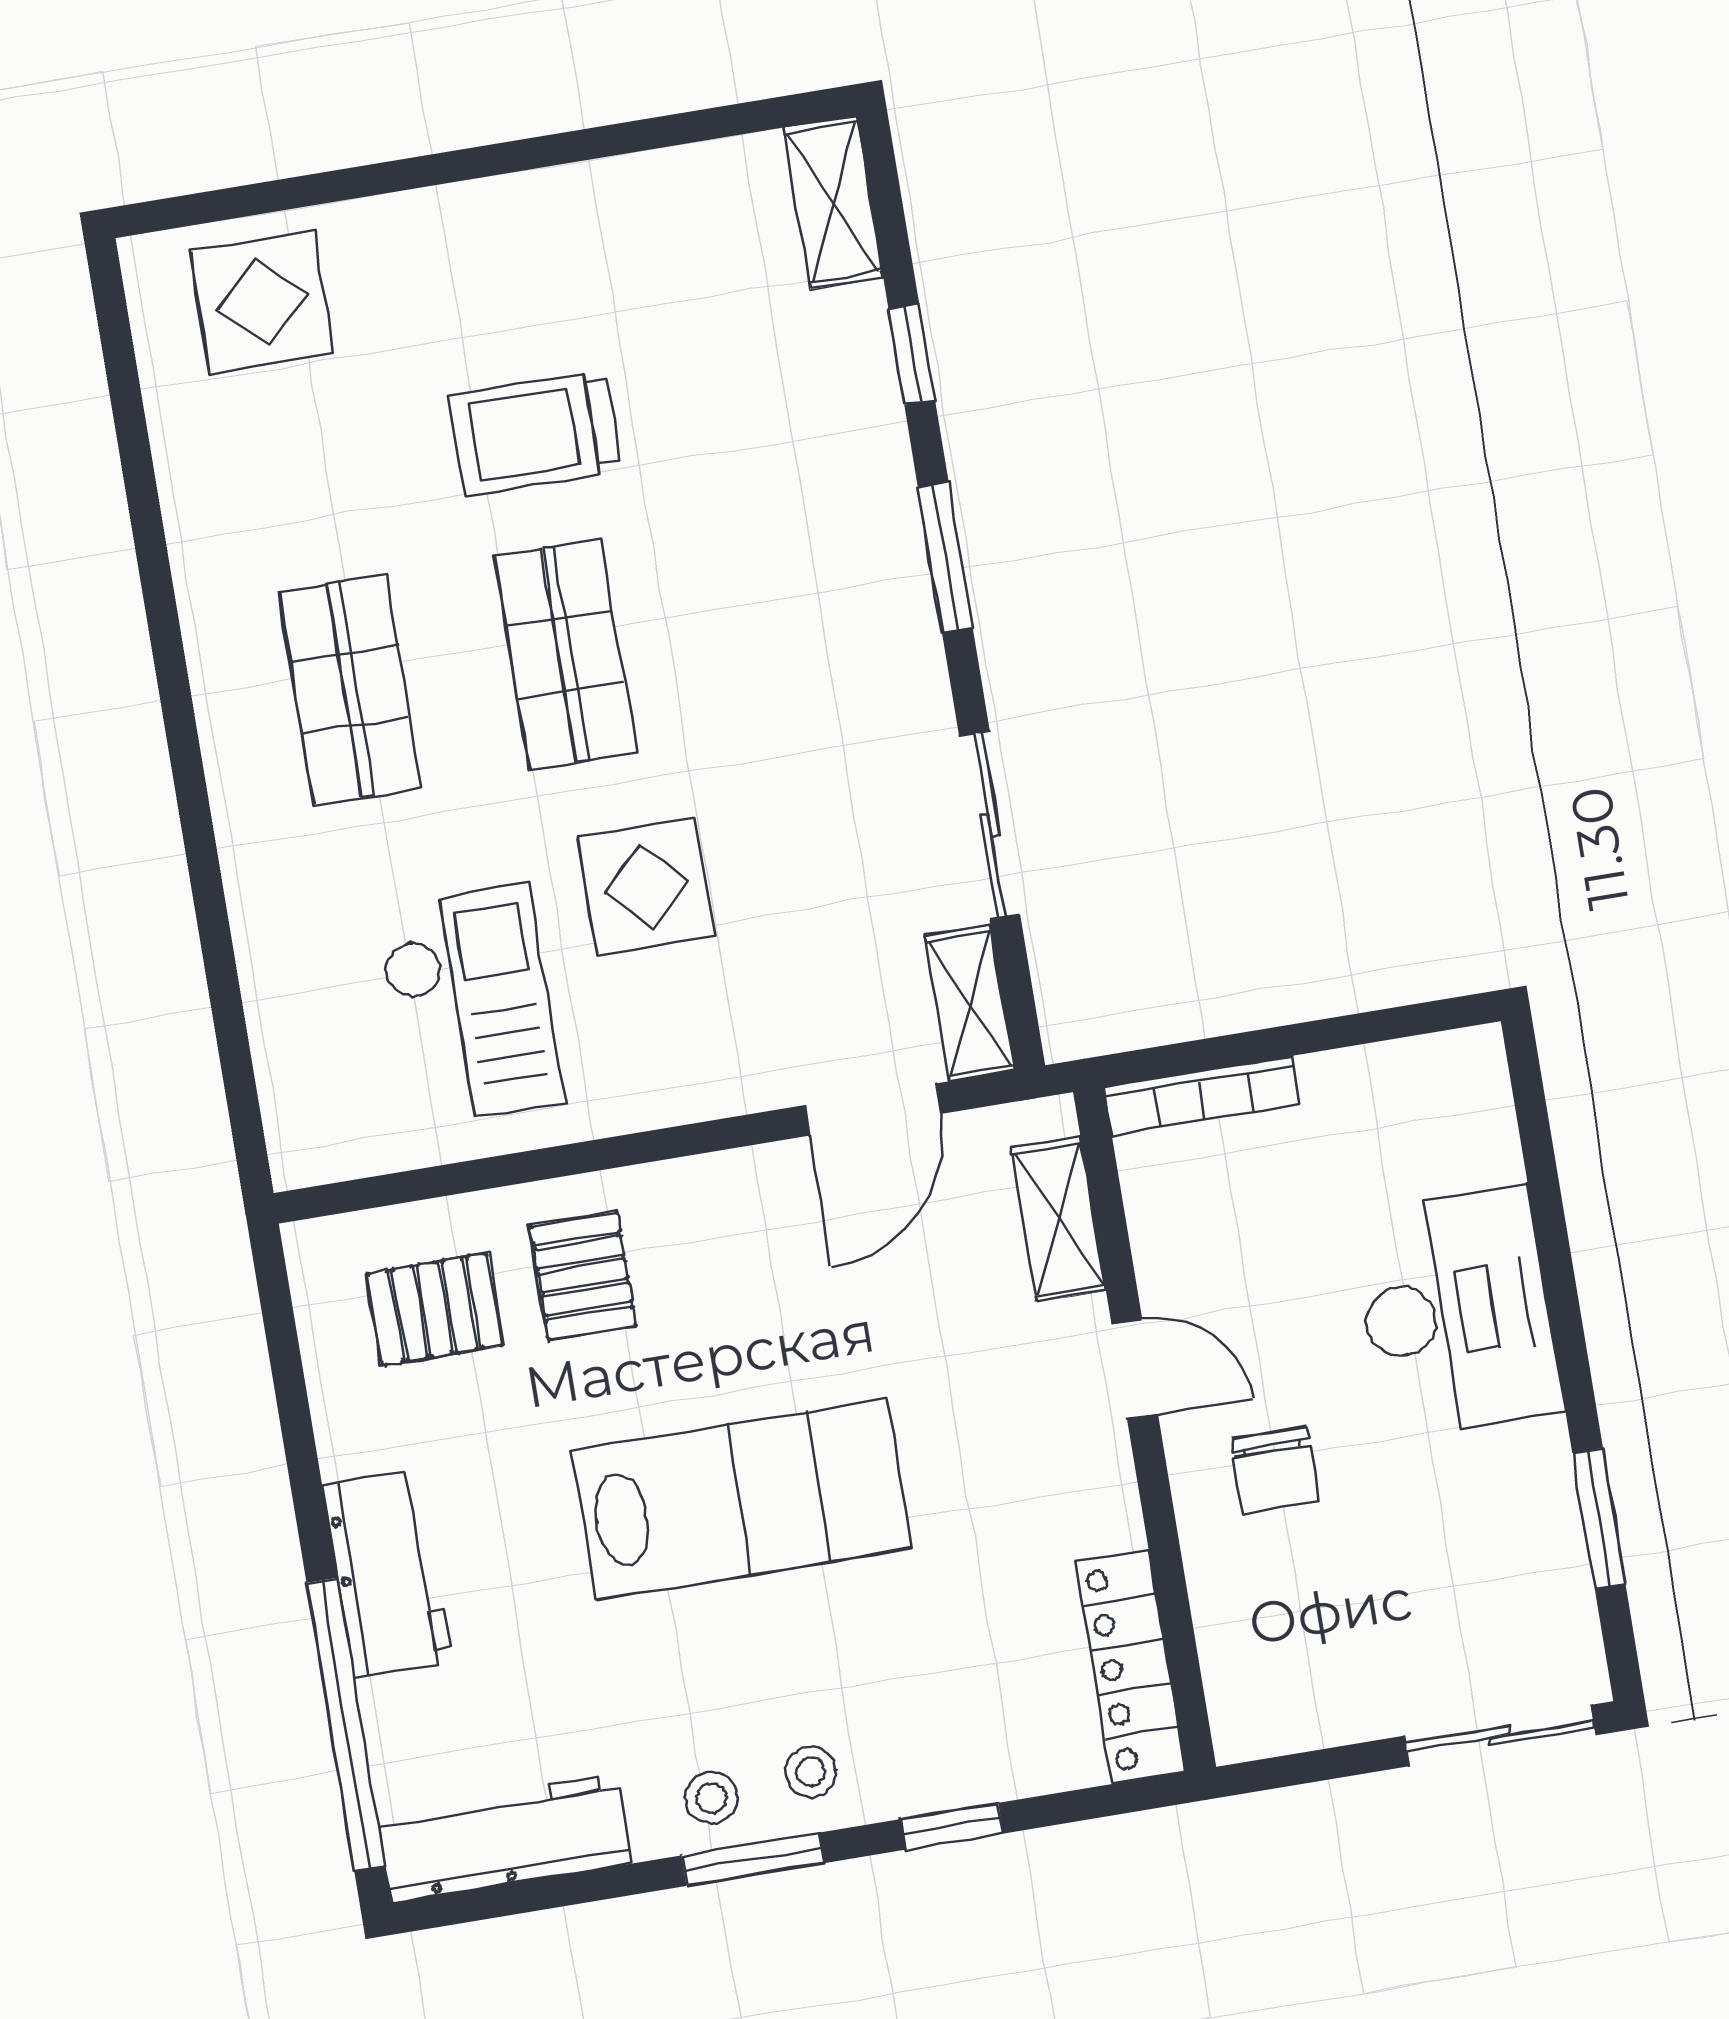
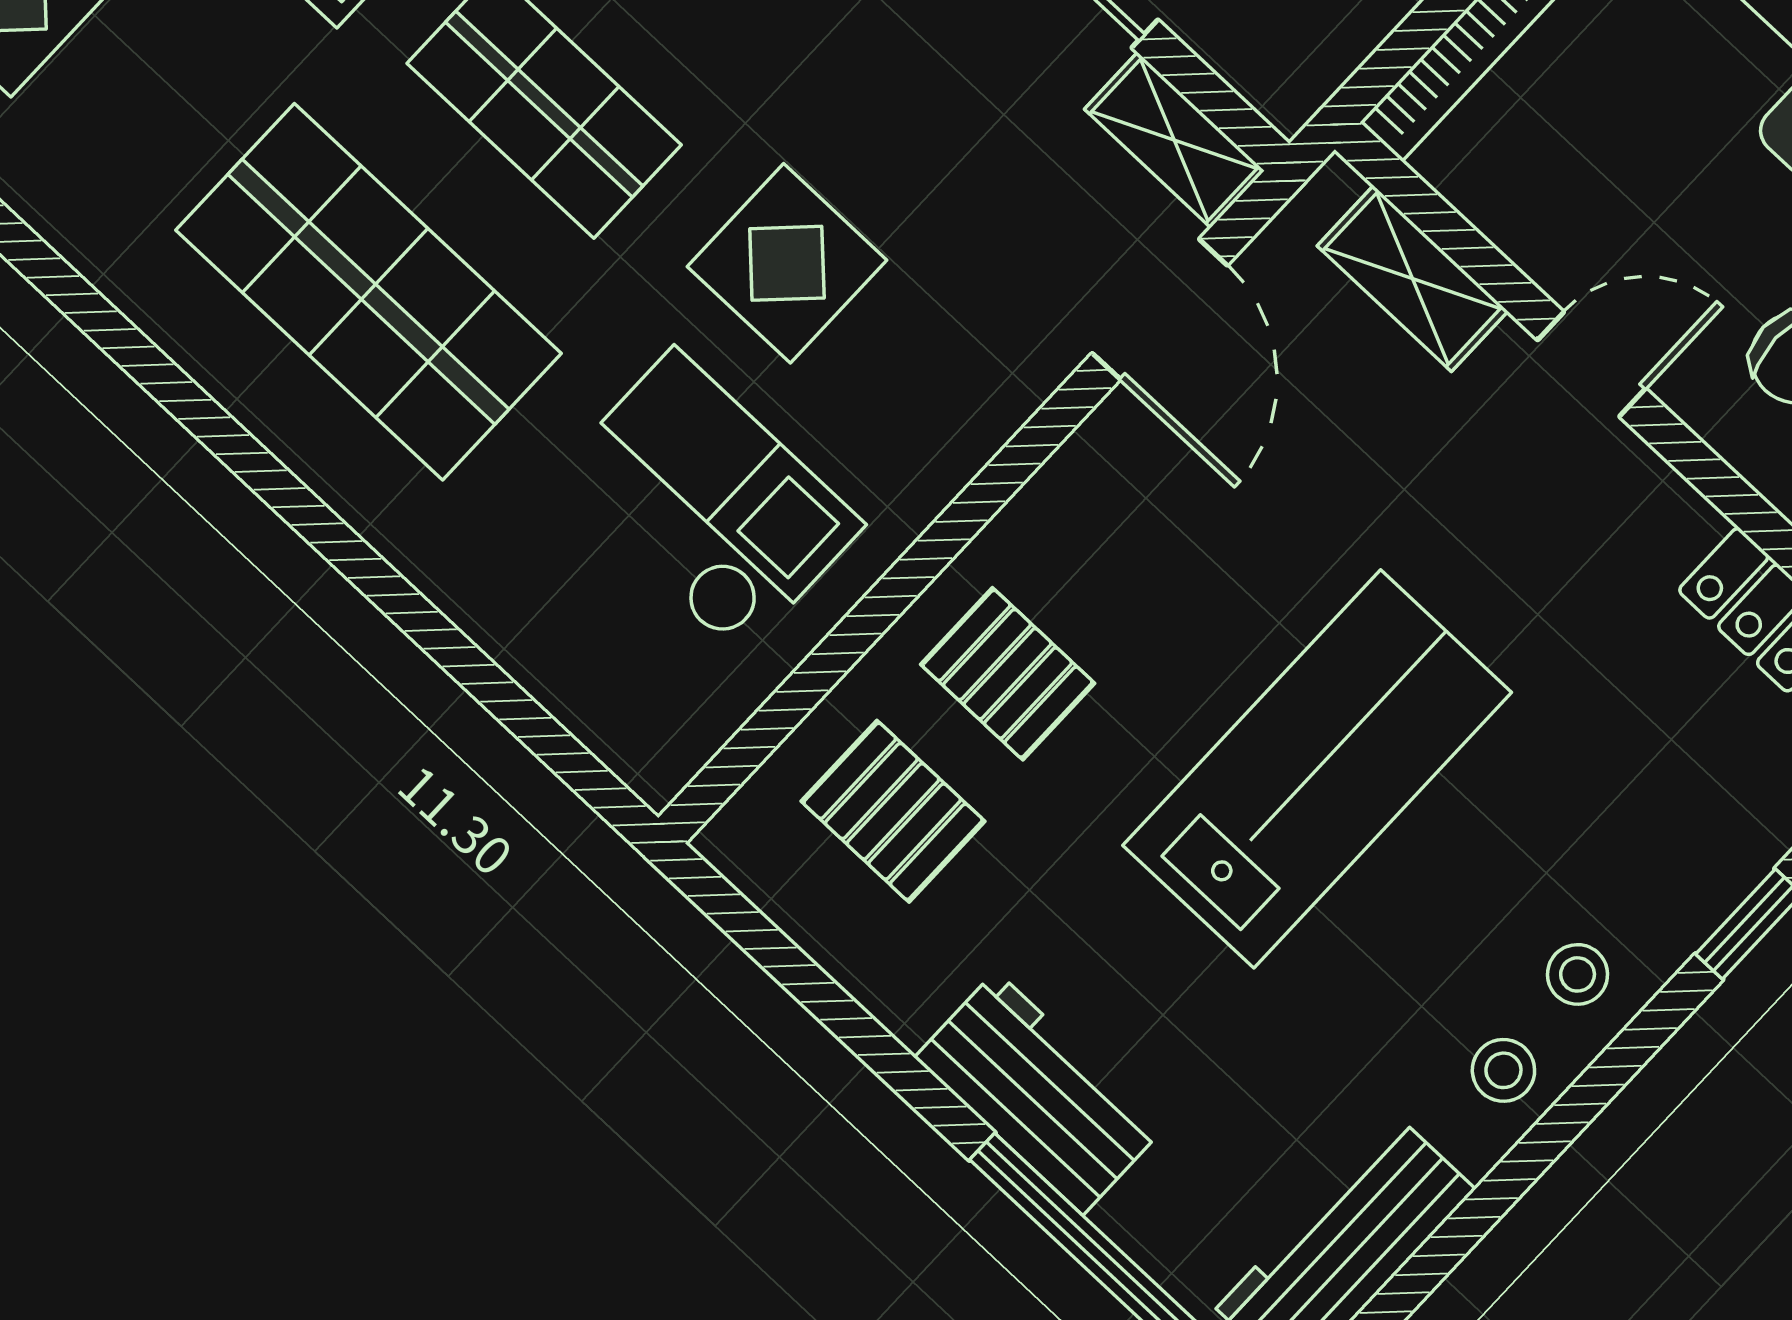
shop shelf: (350, 690) -> (369, 292), width x1.43, depth x1.36
pallet: (435, 1309) -> (893, 811), turned 90
window: (753, 1859) -> (1586, 1098), removed

